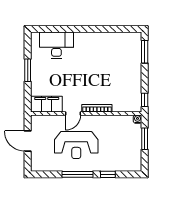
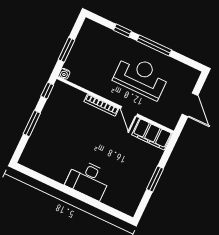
desk: (56, 45) -> (88, 180), moved
window: (145, 52) -> (32, 124), moved
door: (73, 114) -> (129, 111), swing flipped

